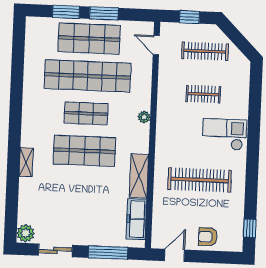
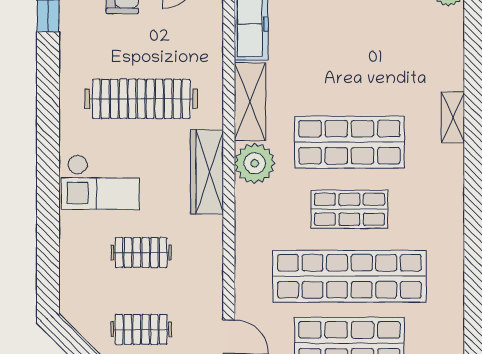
clothes rail: (205, 51) -> (141, 329), width x0.73
plant: (144, 117) -> (255, 163), moved, width x1.87, depth x1.87
wardrobe: (165, 138) -> (207, 172), added

